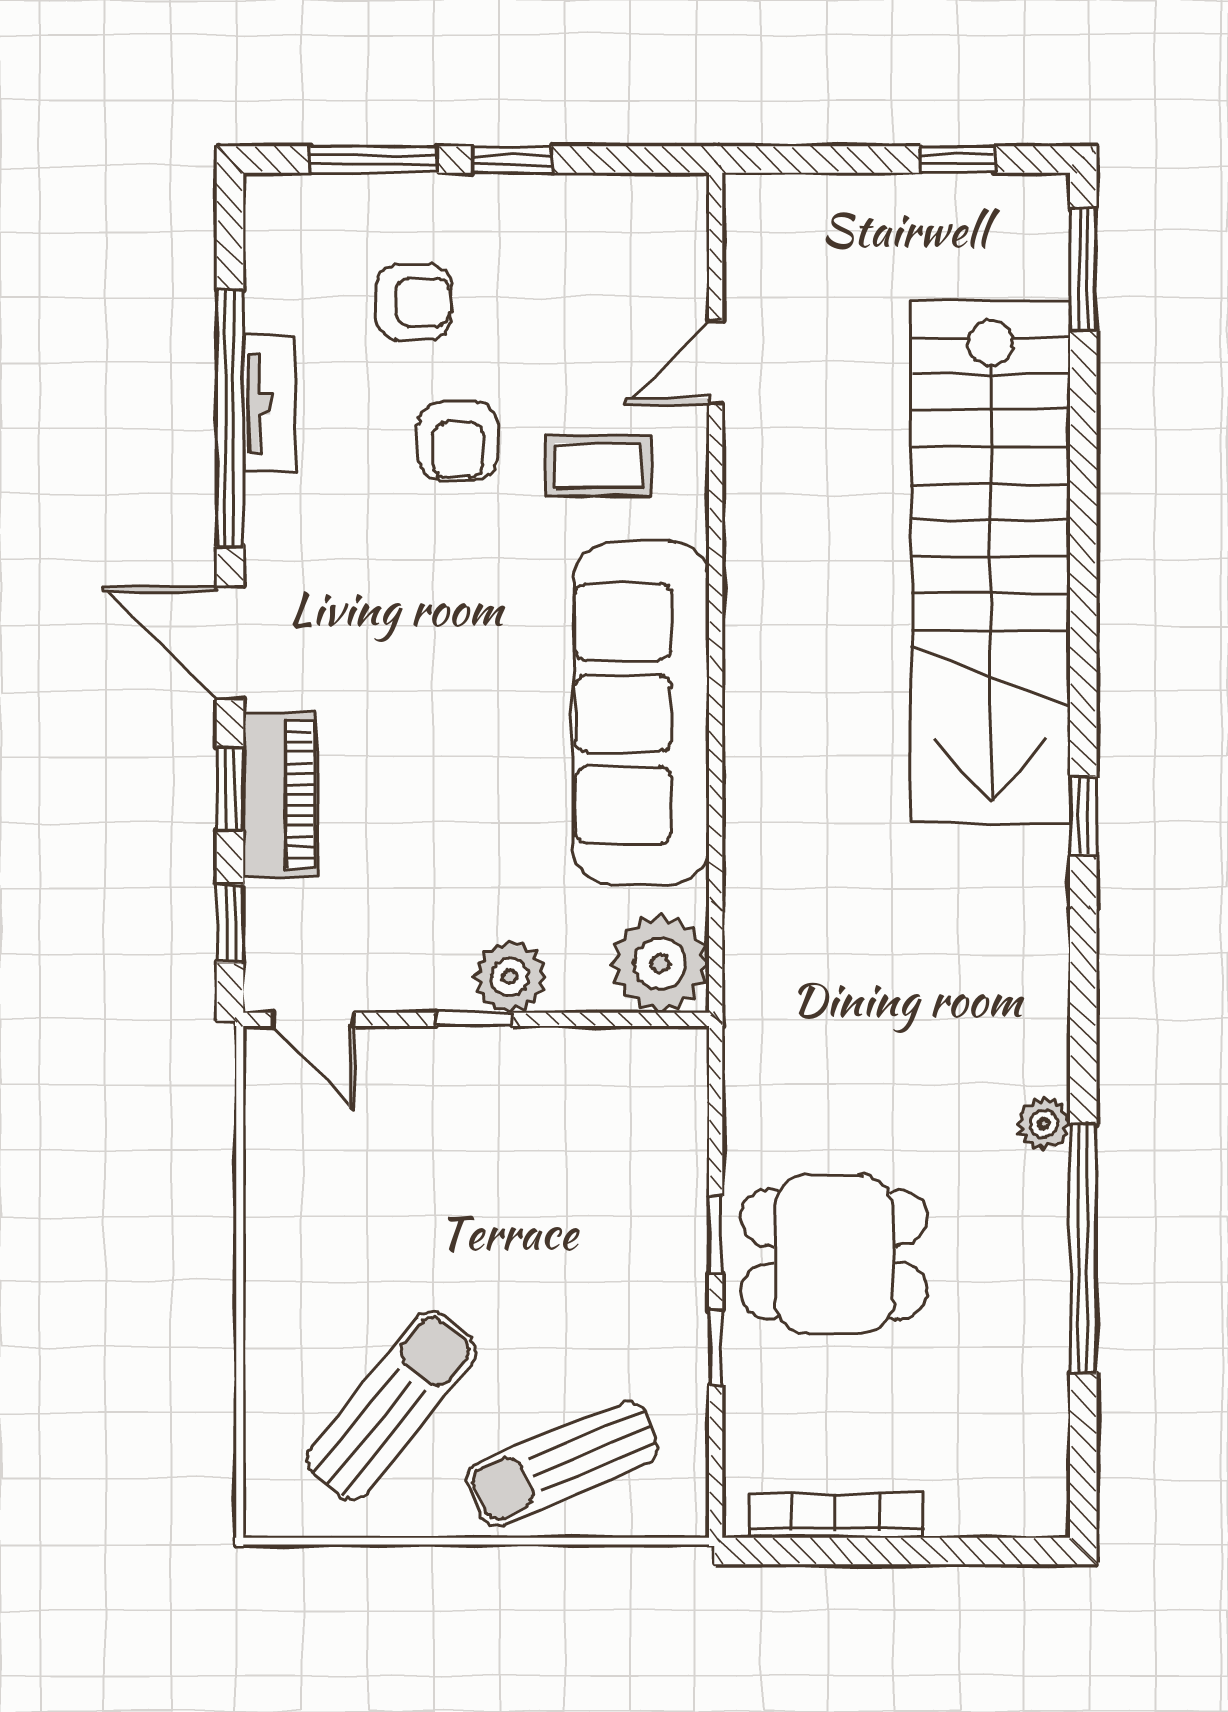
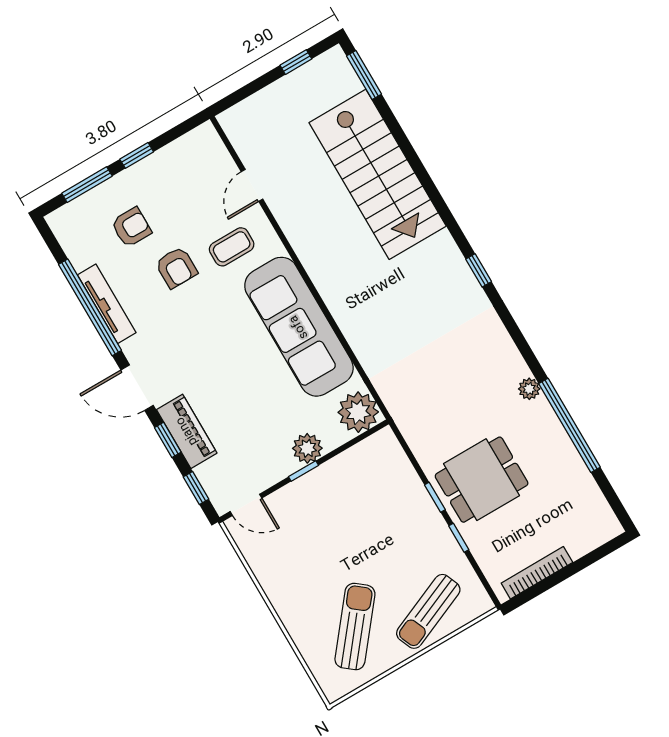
tv unit: (269, 404) -> (107, 304), width x1.41
stairs: (990, 562) -> (378, 174), width x0.73

